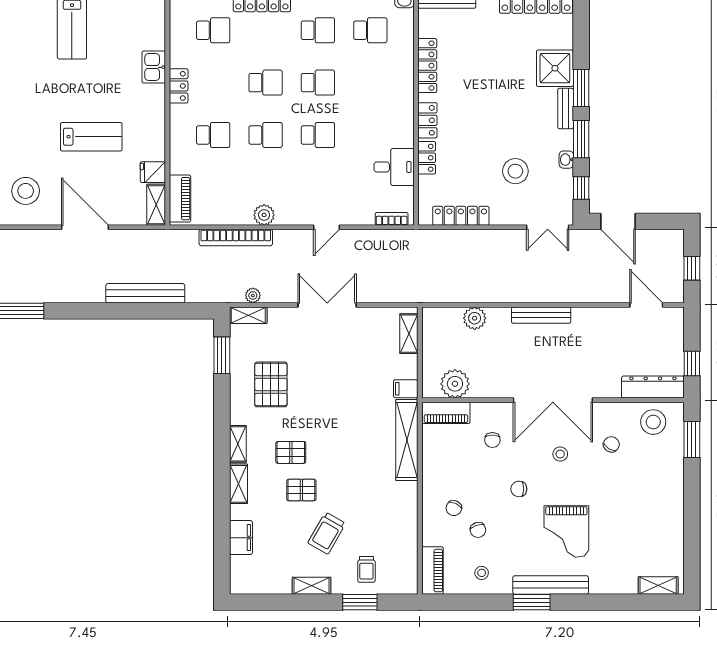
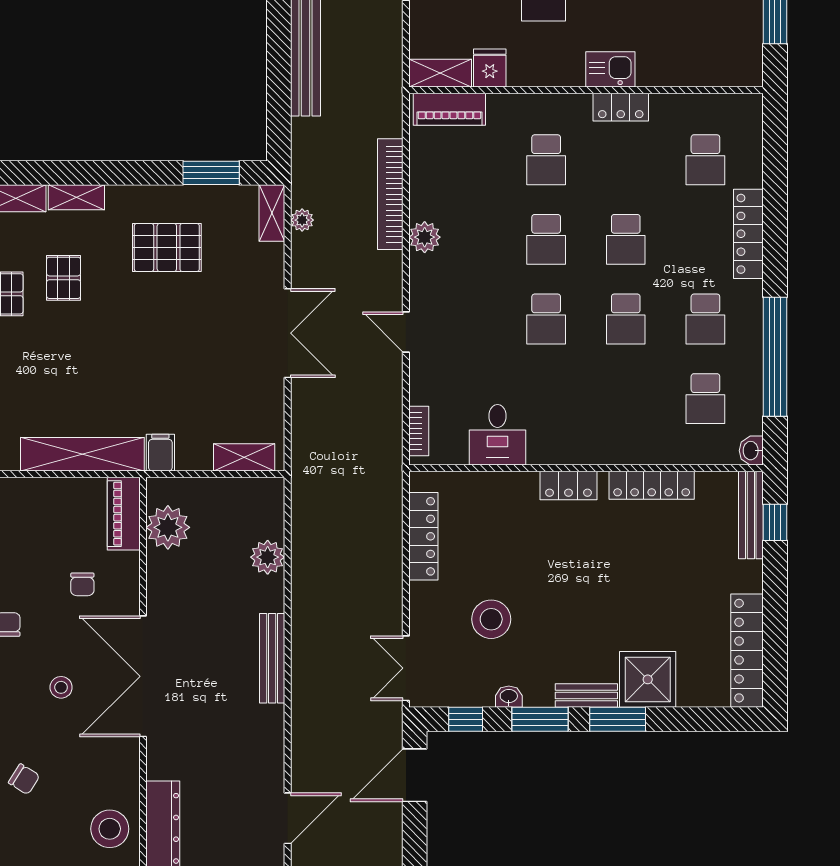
kitchen sink: (154, 67) -> (610, 69), moved
locker: (427, 158) -> (512, 484), removed
chair: (492, 440) -> (82, 584), turned -90
chair: (611, 444) -> (24, 779), moved

